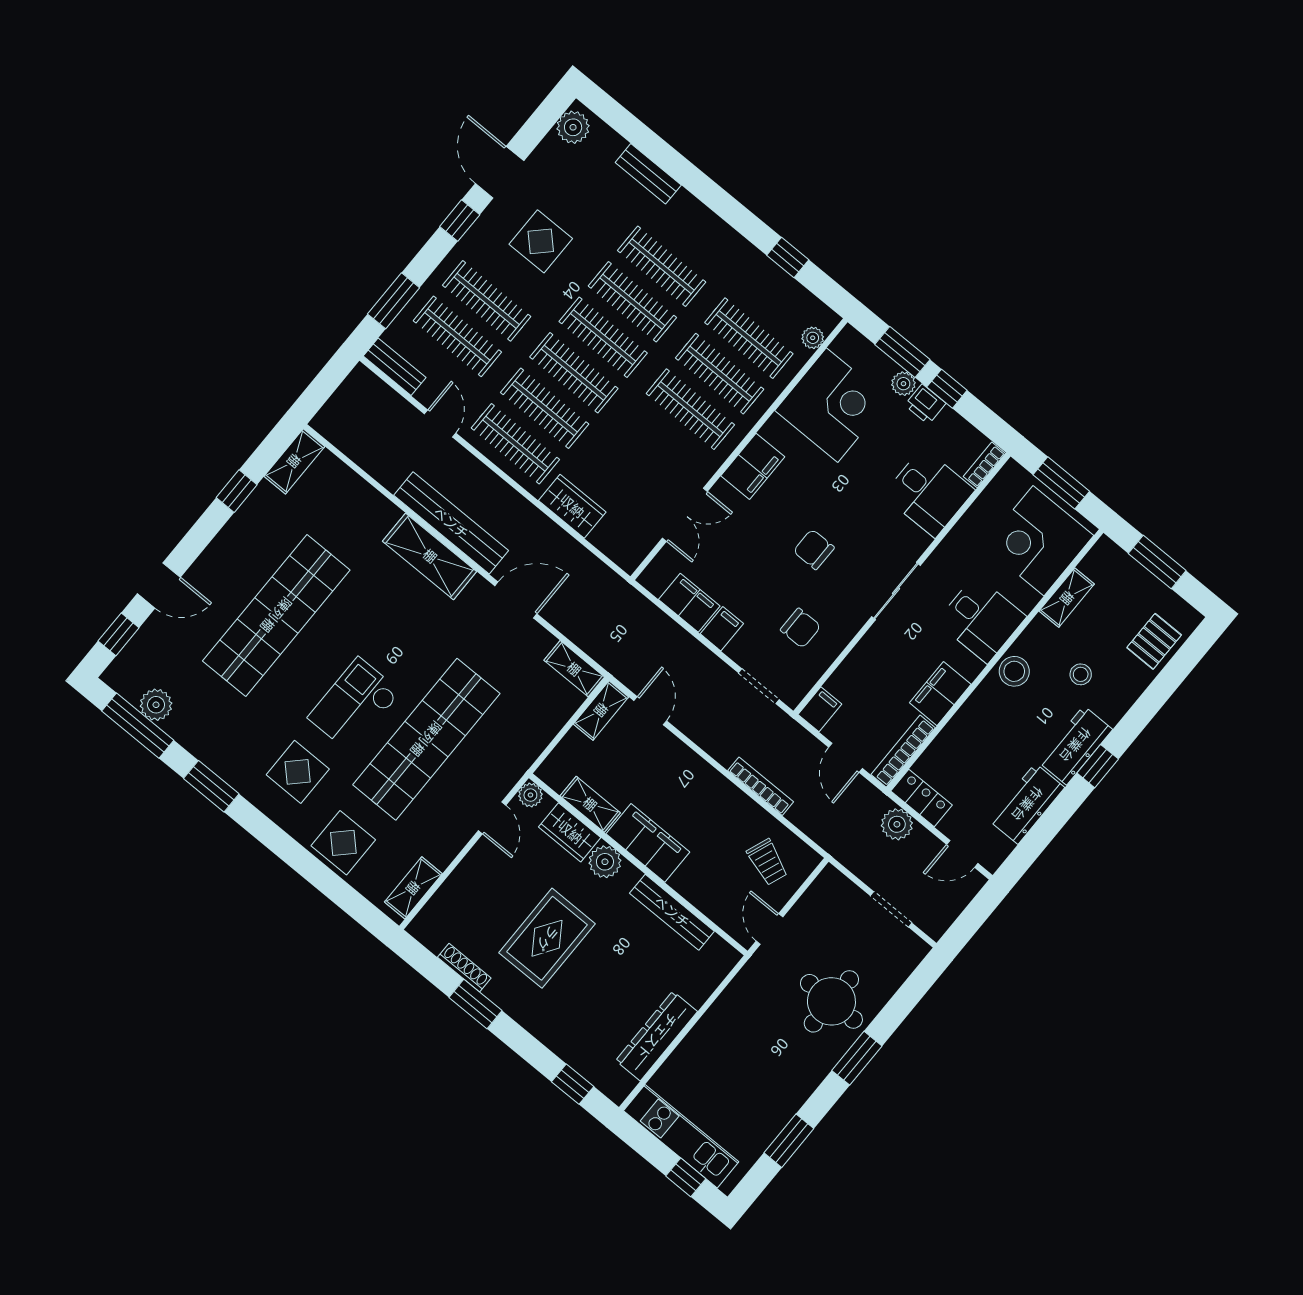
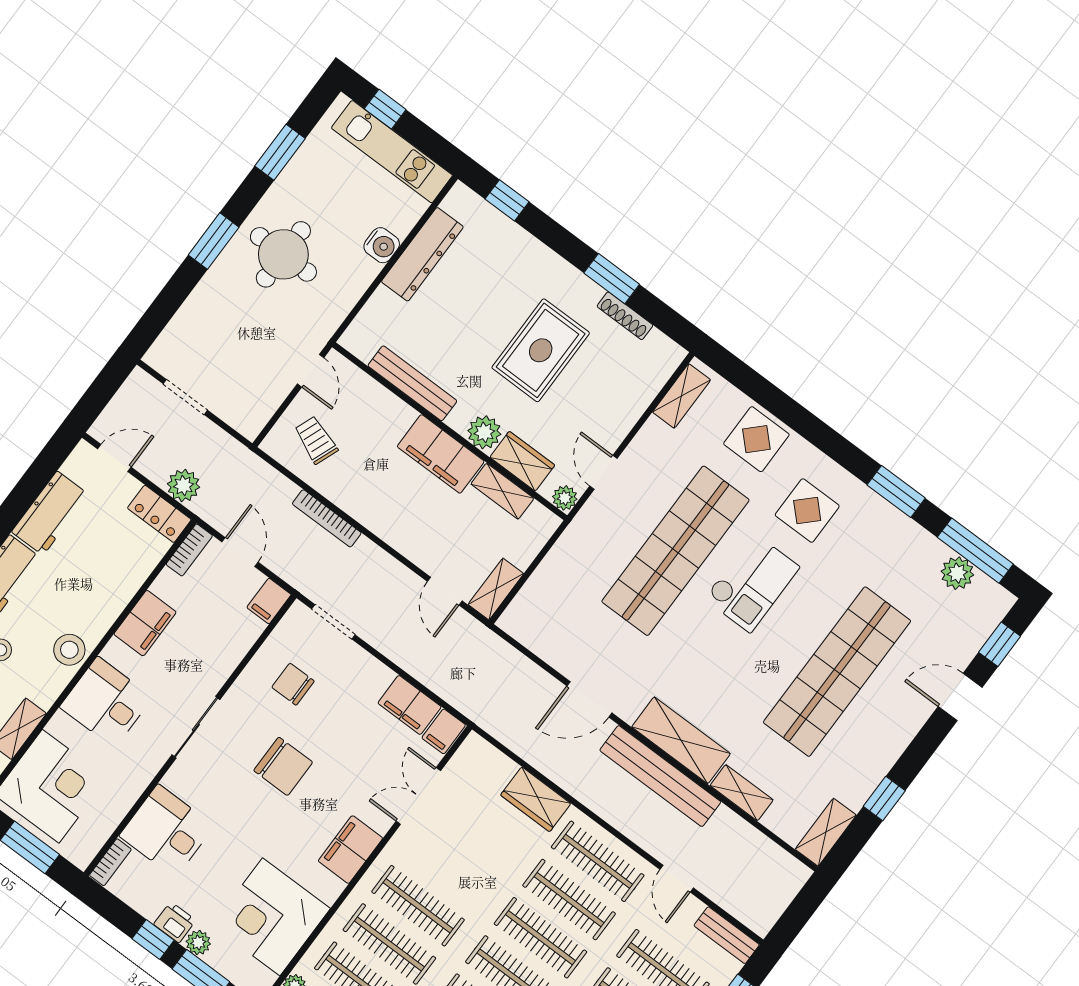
chair: (814, 549) -> (283, 766), width x1.37, depth x1.37
filing cabinet: (722, 629) -> (444, 731), moved
shelving: (574, 669) -> (742, 793), moved
bookcase: (903, 751) -> (189, 550), width x0.64
round table: (831, 1001) -> (283, 254), moved
water cooler: (695, 1047) -> (382, 245), added

